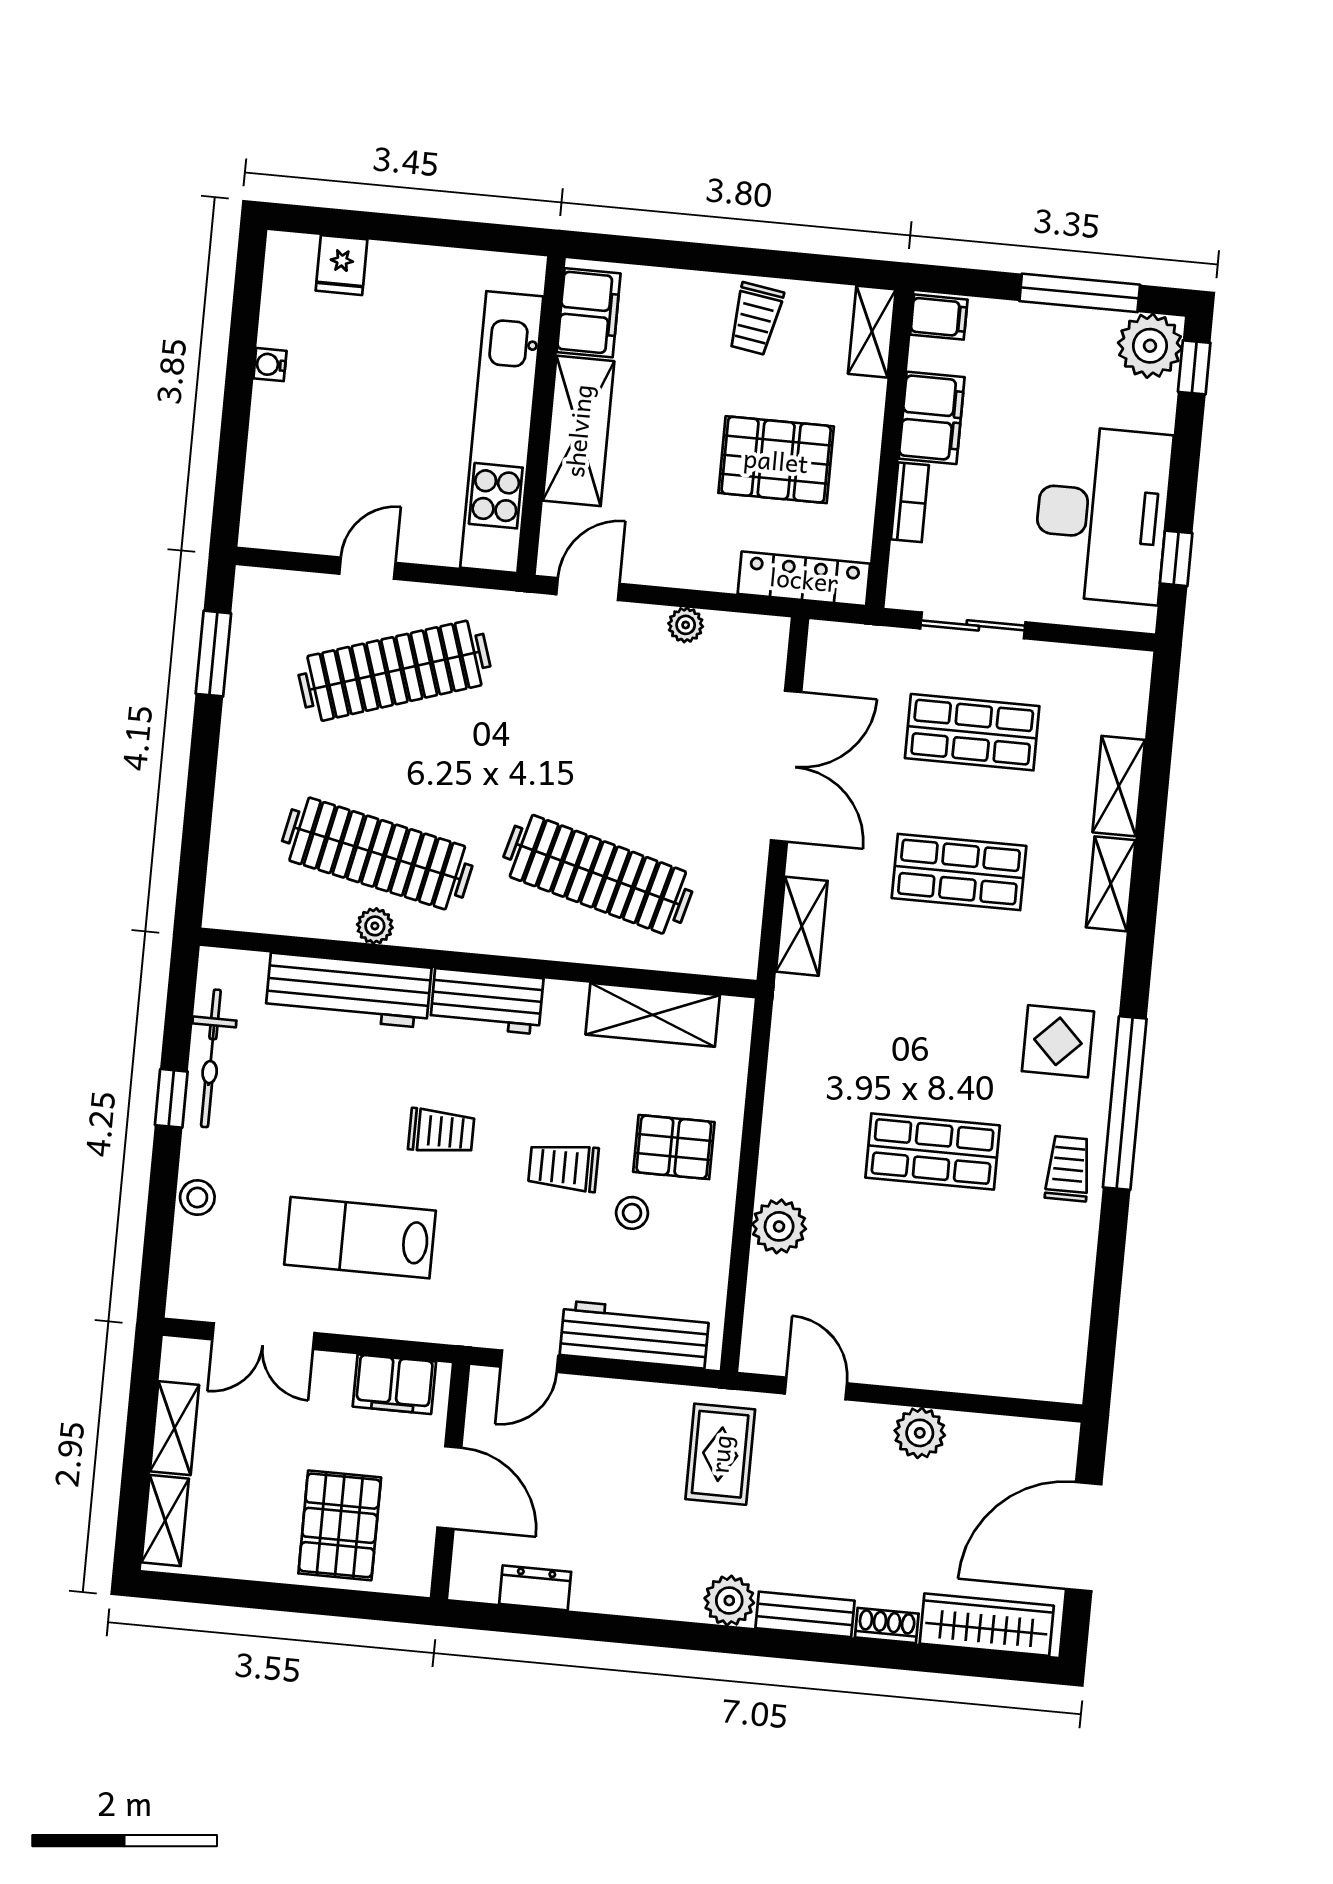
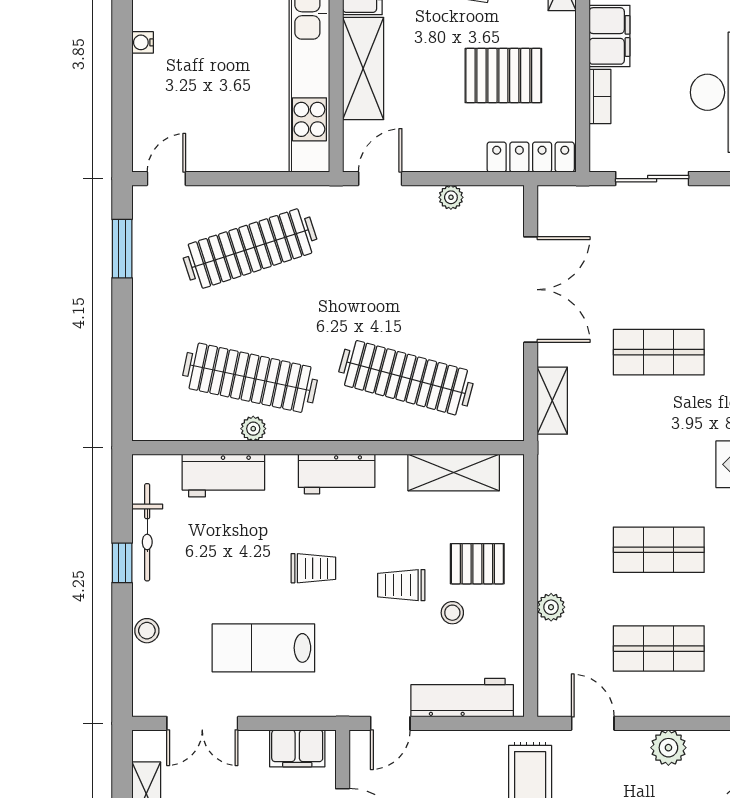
door: (367, 568) -> (166, 179), moved
shop shelf: (972, 732) -> (659, 649), moved
workbench: (348, 990) -> (223, 476), width x0.73
plant: (779, 1226) -> (551, 607), width x0.73, depth x0.73

